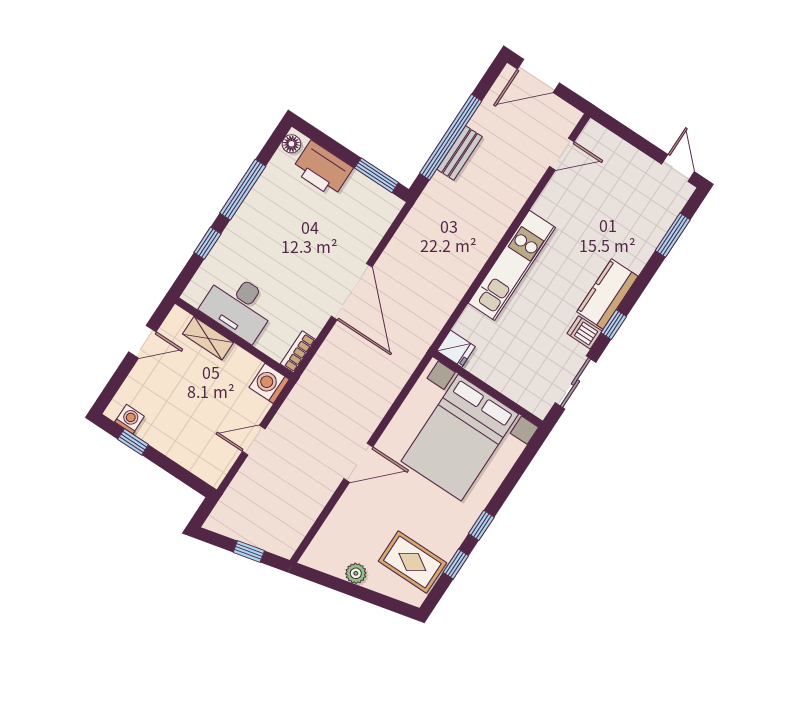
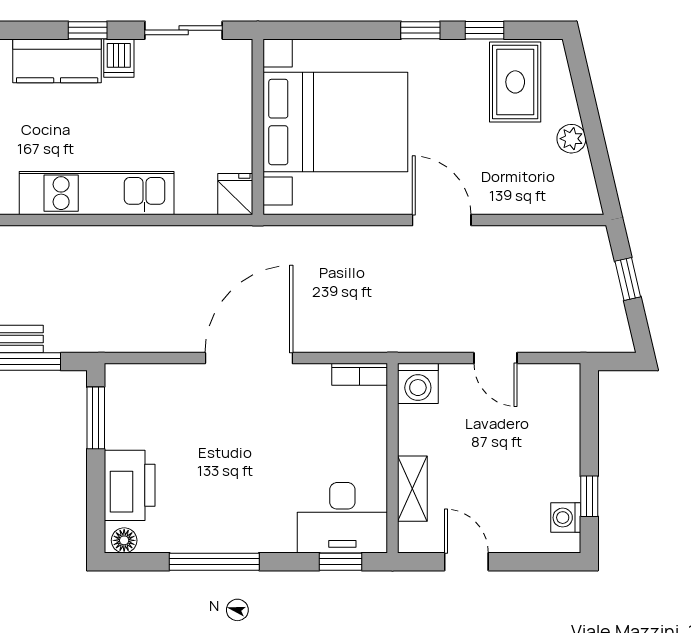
window: (207, 243) -> (341, 562), moved
desk: (239, 306) -> (342, 518), moved, turned 90

